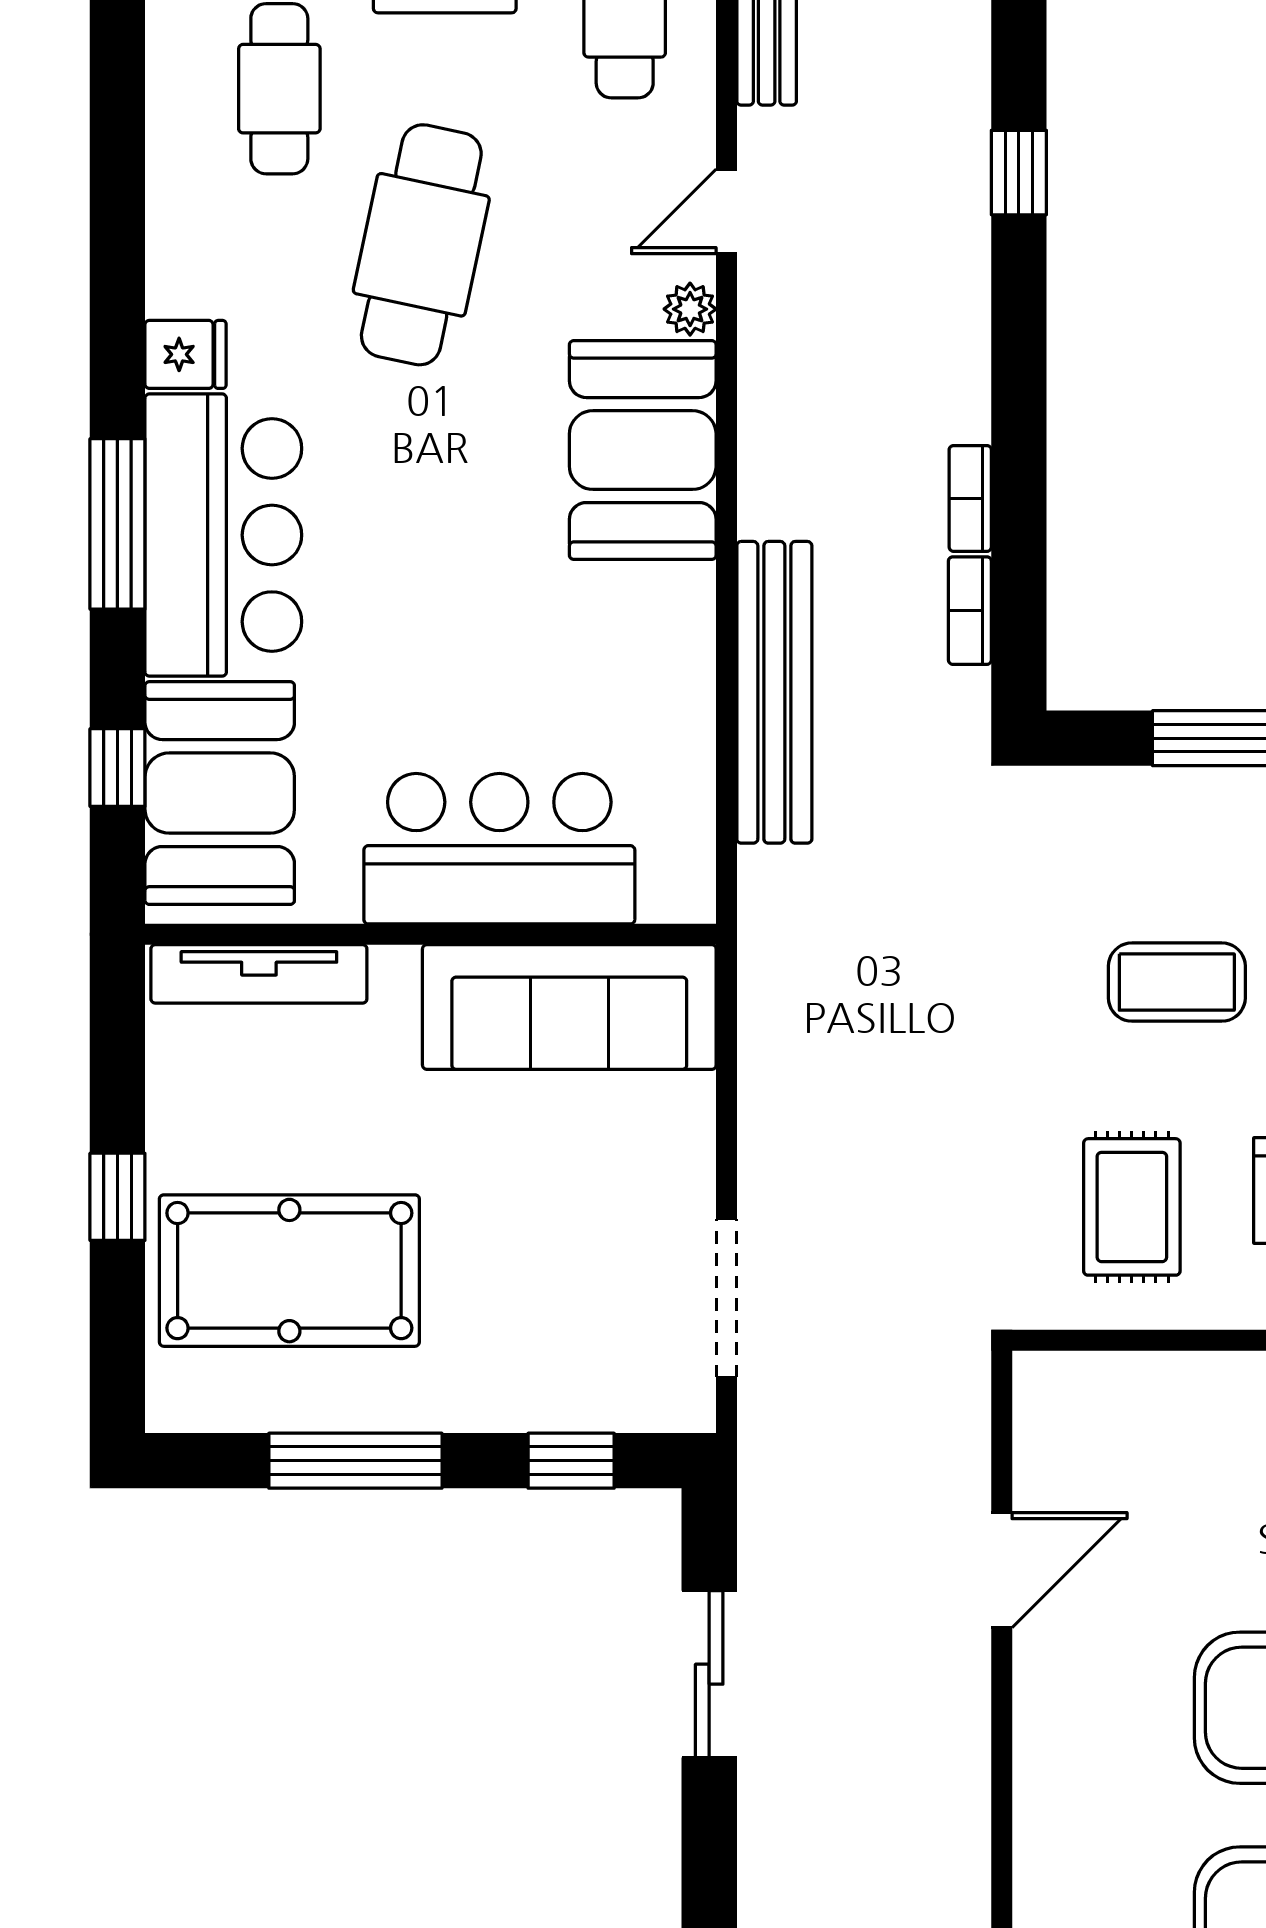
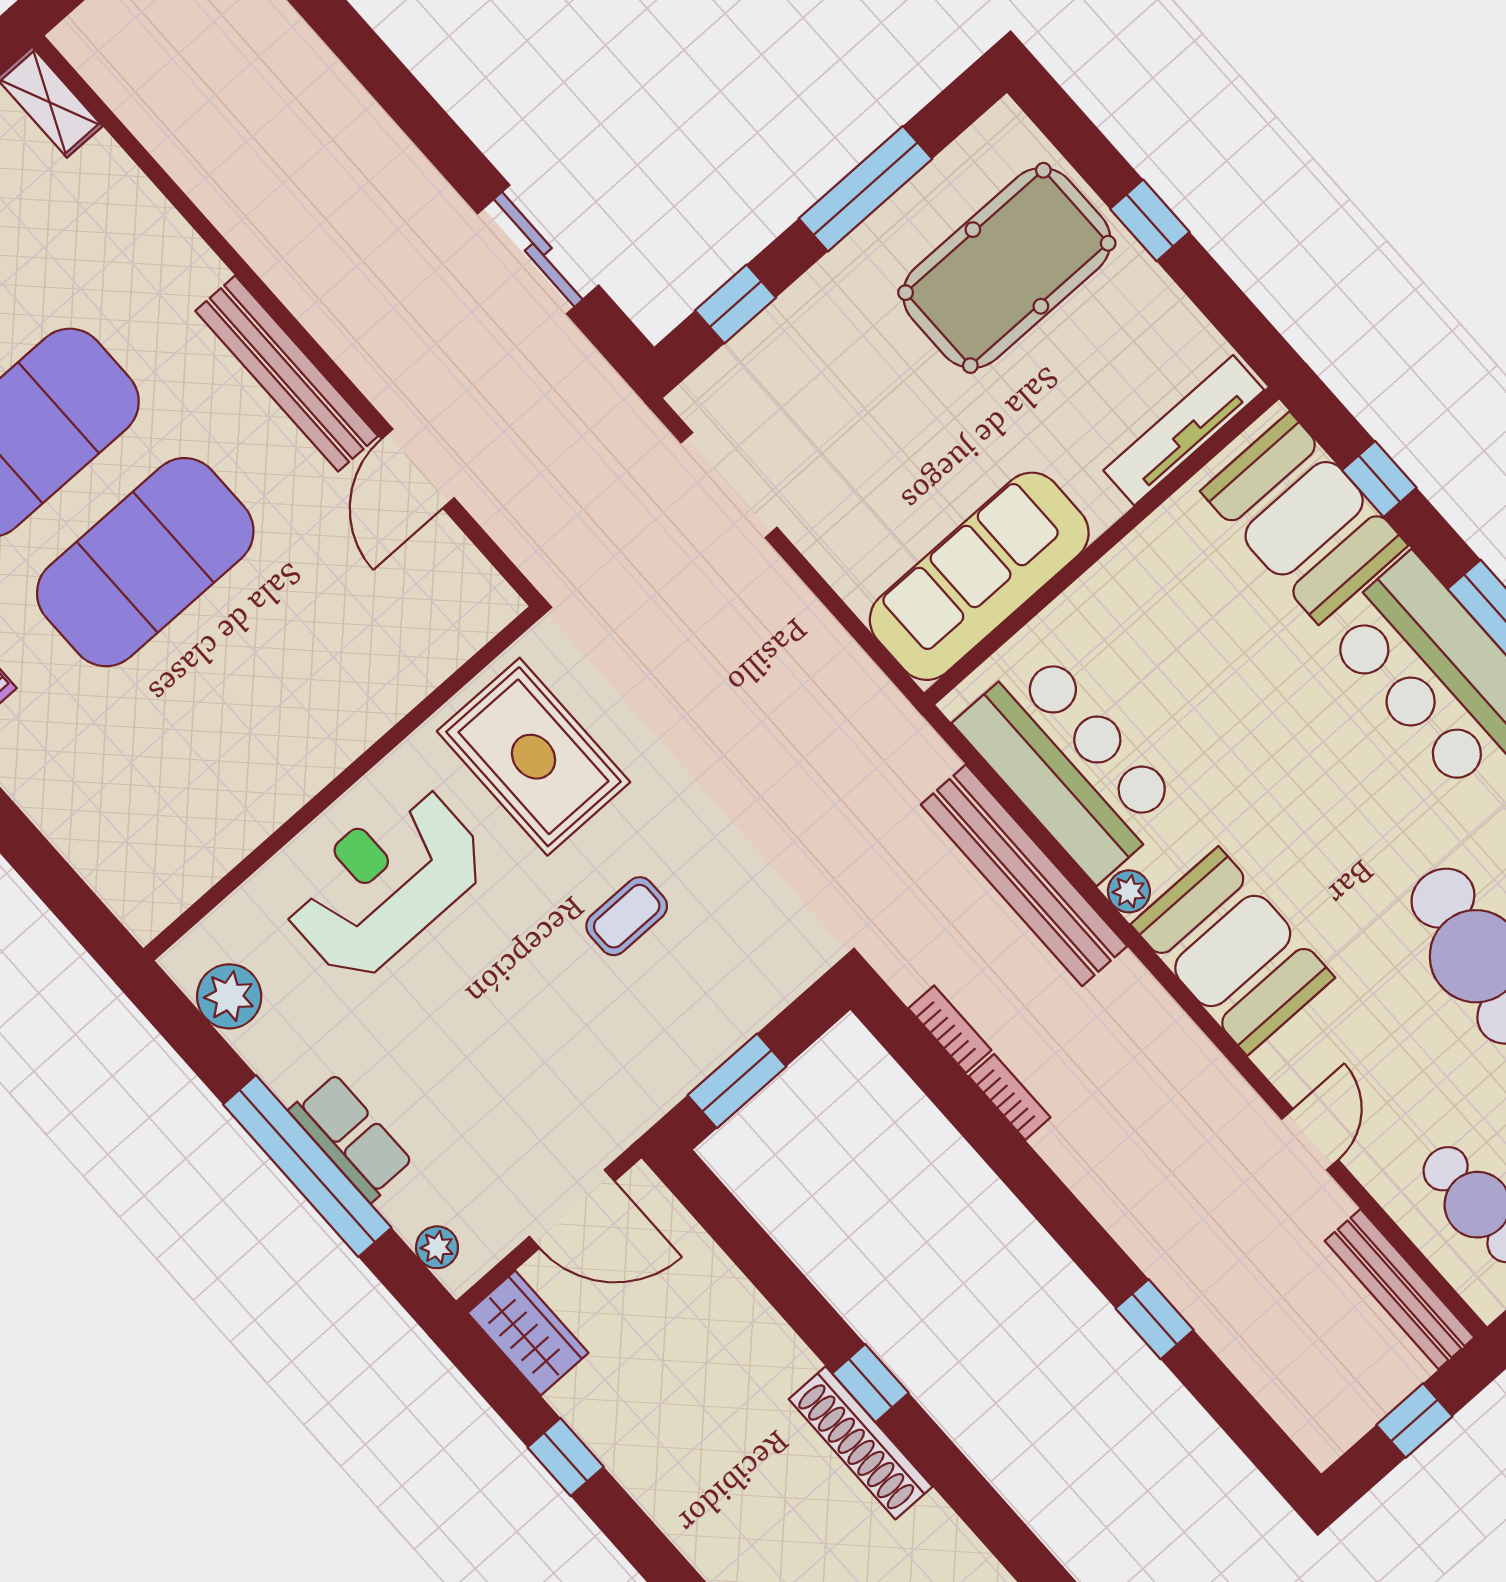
plant: (690, 309) -> (1129, 891), moved
bar counter: (499, 849) -> (1069, 764), moved, turned -90
coffee table: (1177, 982) -> (627, 916), width x0.73, depth x0.77
rug: (1132, 1207) -> (533, 757), width x1.36, depth x1.43
bench: (1045, 1766) -> (287, 374), added

